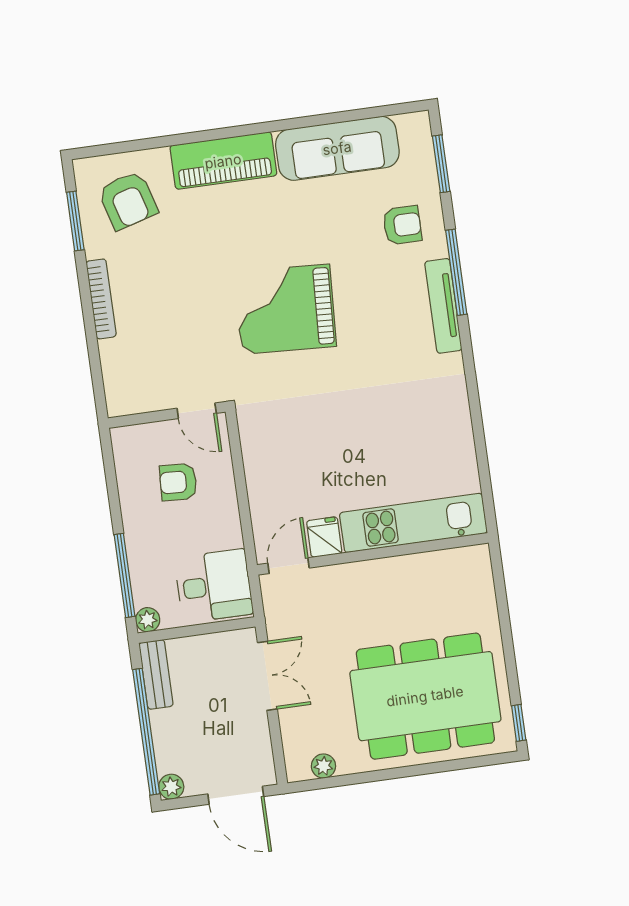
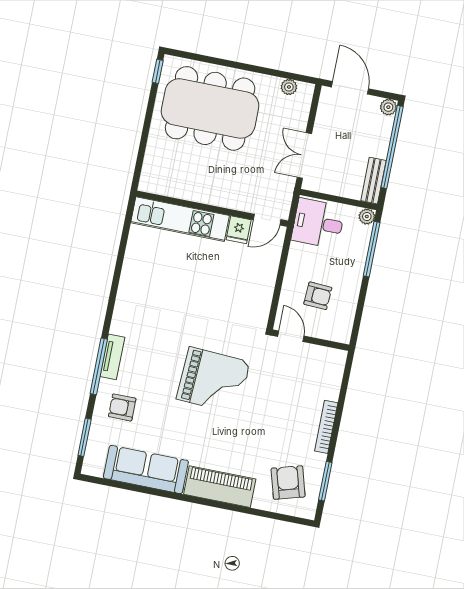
tv unit: (443, 306) -> (112, 357), width x0.71

